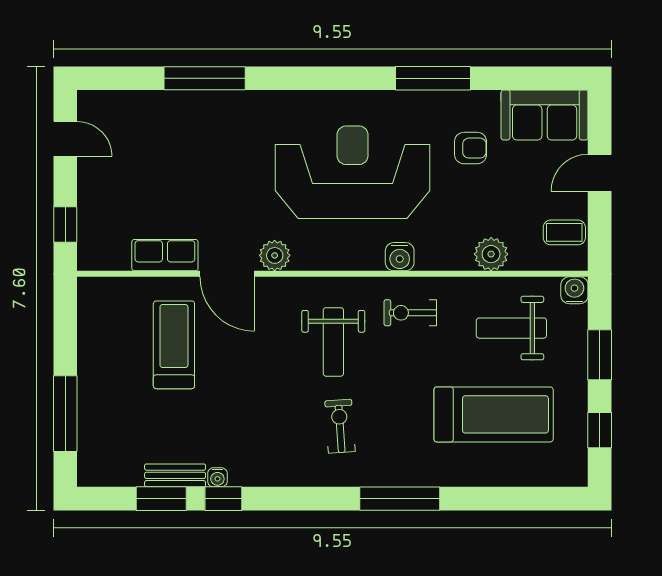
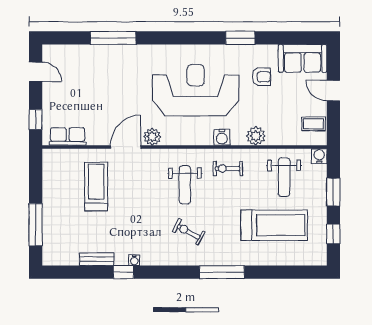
window: (433, 78) -> (240, 38), width x0.69
door: (600, 173) -> (333, 91), hinge flipped
plant: (491, 254) -> (256, 136), moved
row of seats: (165, 255) -> (68, 136), moved
door: (227, 274) -> (126, 147), swing flipped
weight bench: (511, 328) -> (284, 177), turned -90
exercise bike: (340, 426) -> (189, 232), turned -58
water cooler: (217, 477) -> (134, 260), moved
window: (161, 499) -> (89, 272), removed

